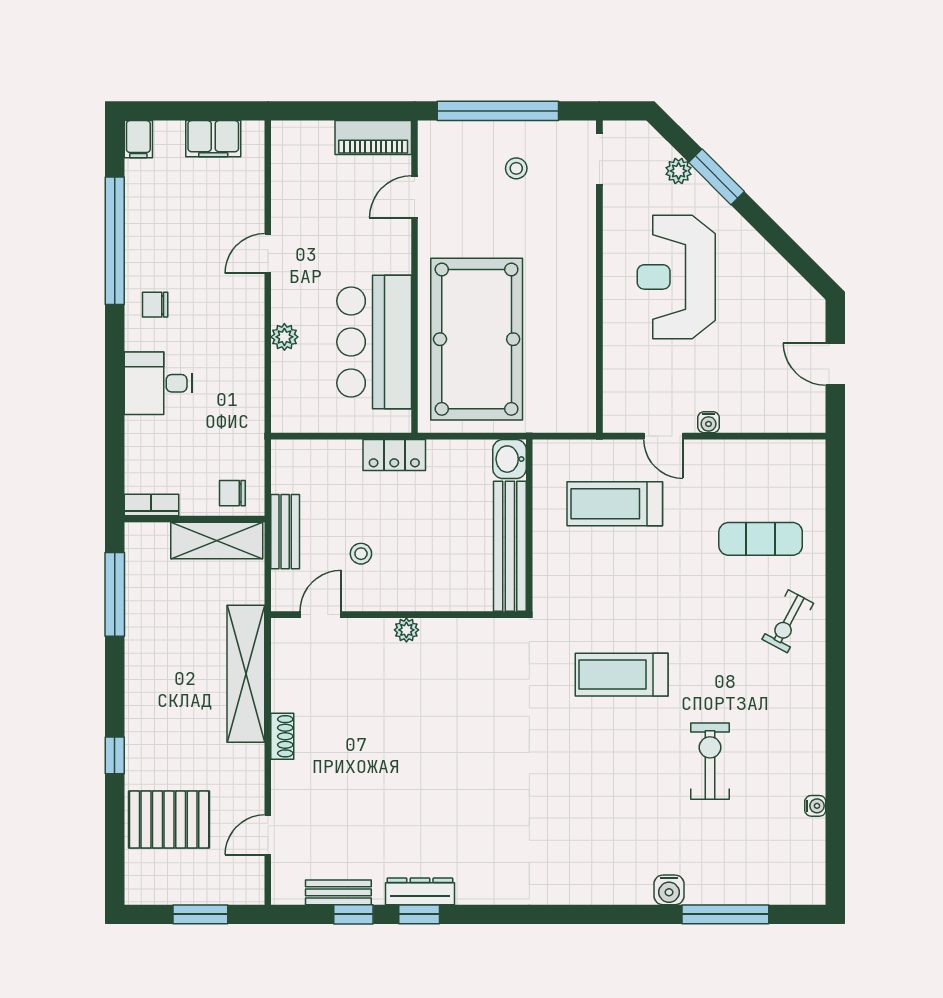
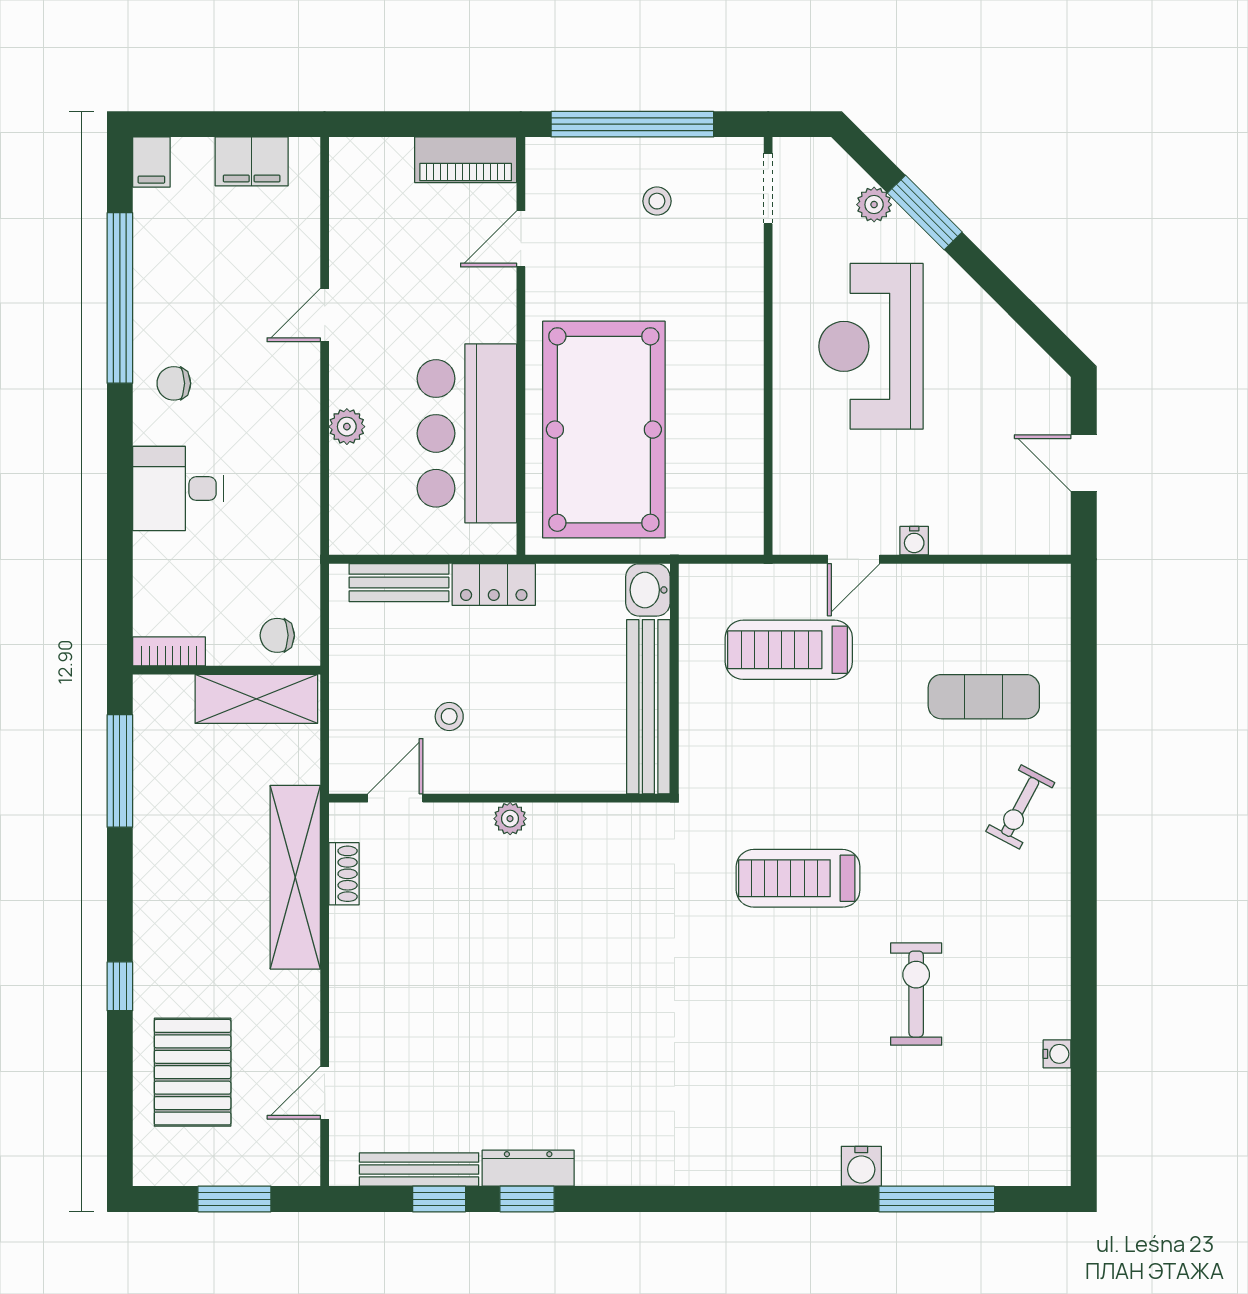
door: (663, 436) -> (854, 559), hinge flipped
bench: (285, 532) -> (399, 583), moved, turned 90
shoe rack: (282, 736) -> (344, 874), moved
pallet: (169, 820) -> (193, 1072), turned 90
bench: (338, 892) -> (419, 1170), width x1.36

